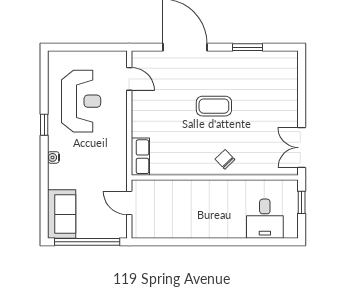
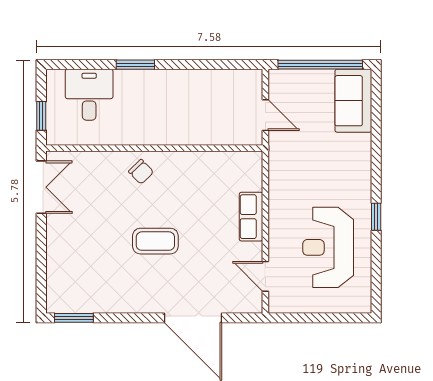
window: (248, 47) -> (74, 318), moved
water cooler: (53, 157) -> (364, 174), removed
row of seats: (140, 157) -> (251, 217), moved
window: (229, 242) -> (135, 65), added

